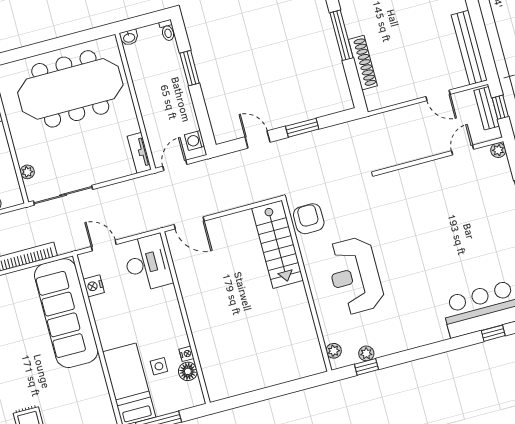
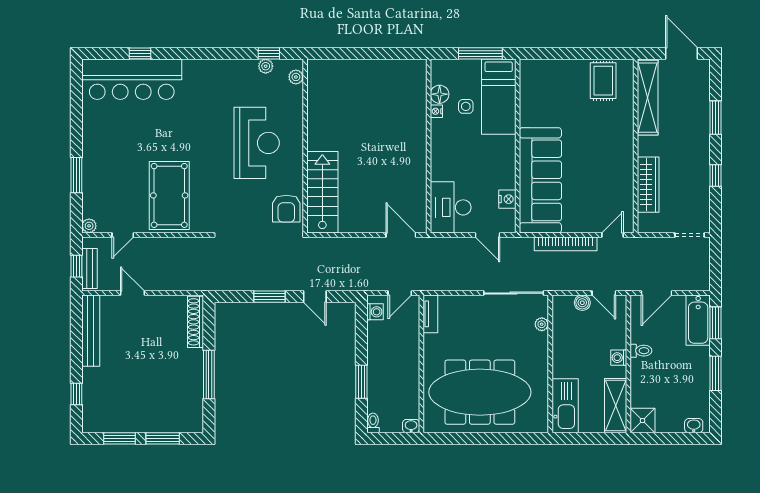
shoe rack: (363, 63) -> (195, 322), moved
pool table: (427, 201) -> (169, 195), added

